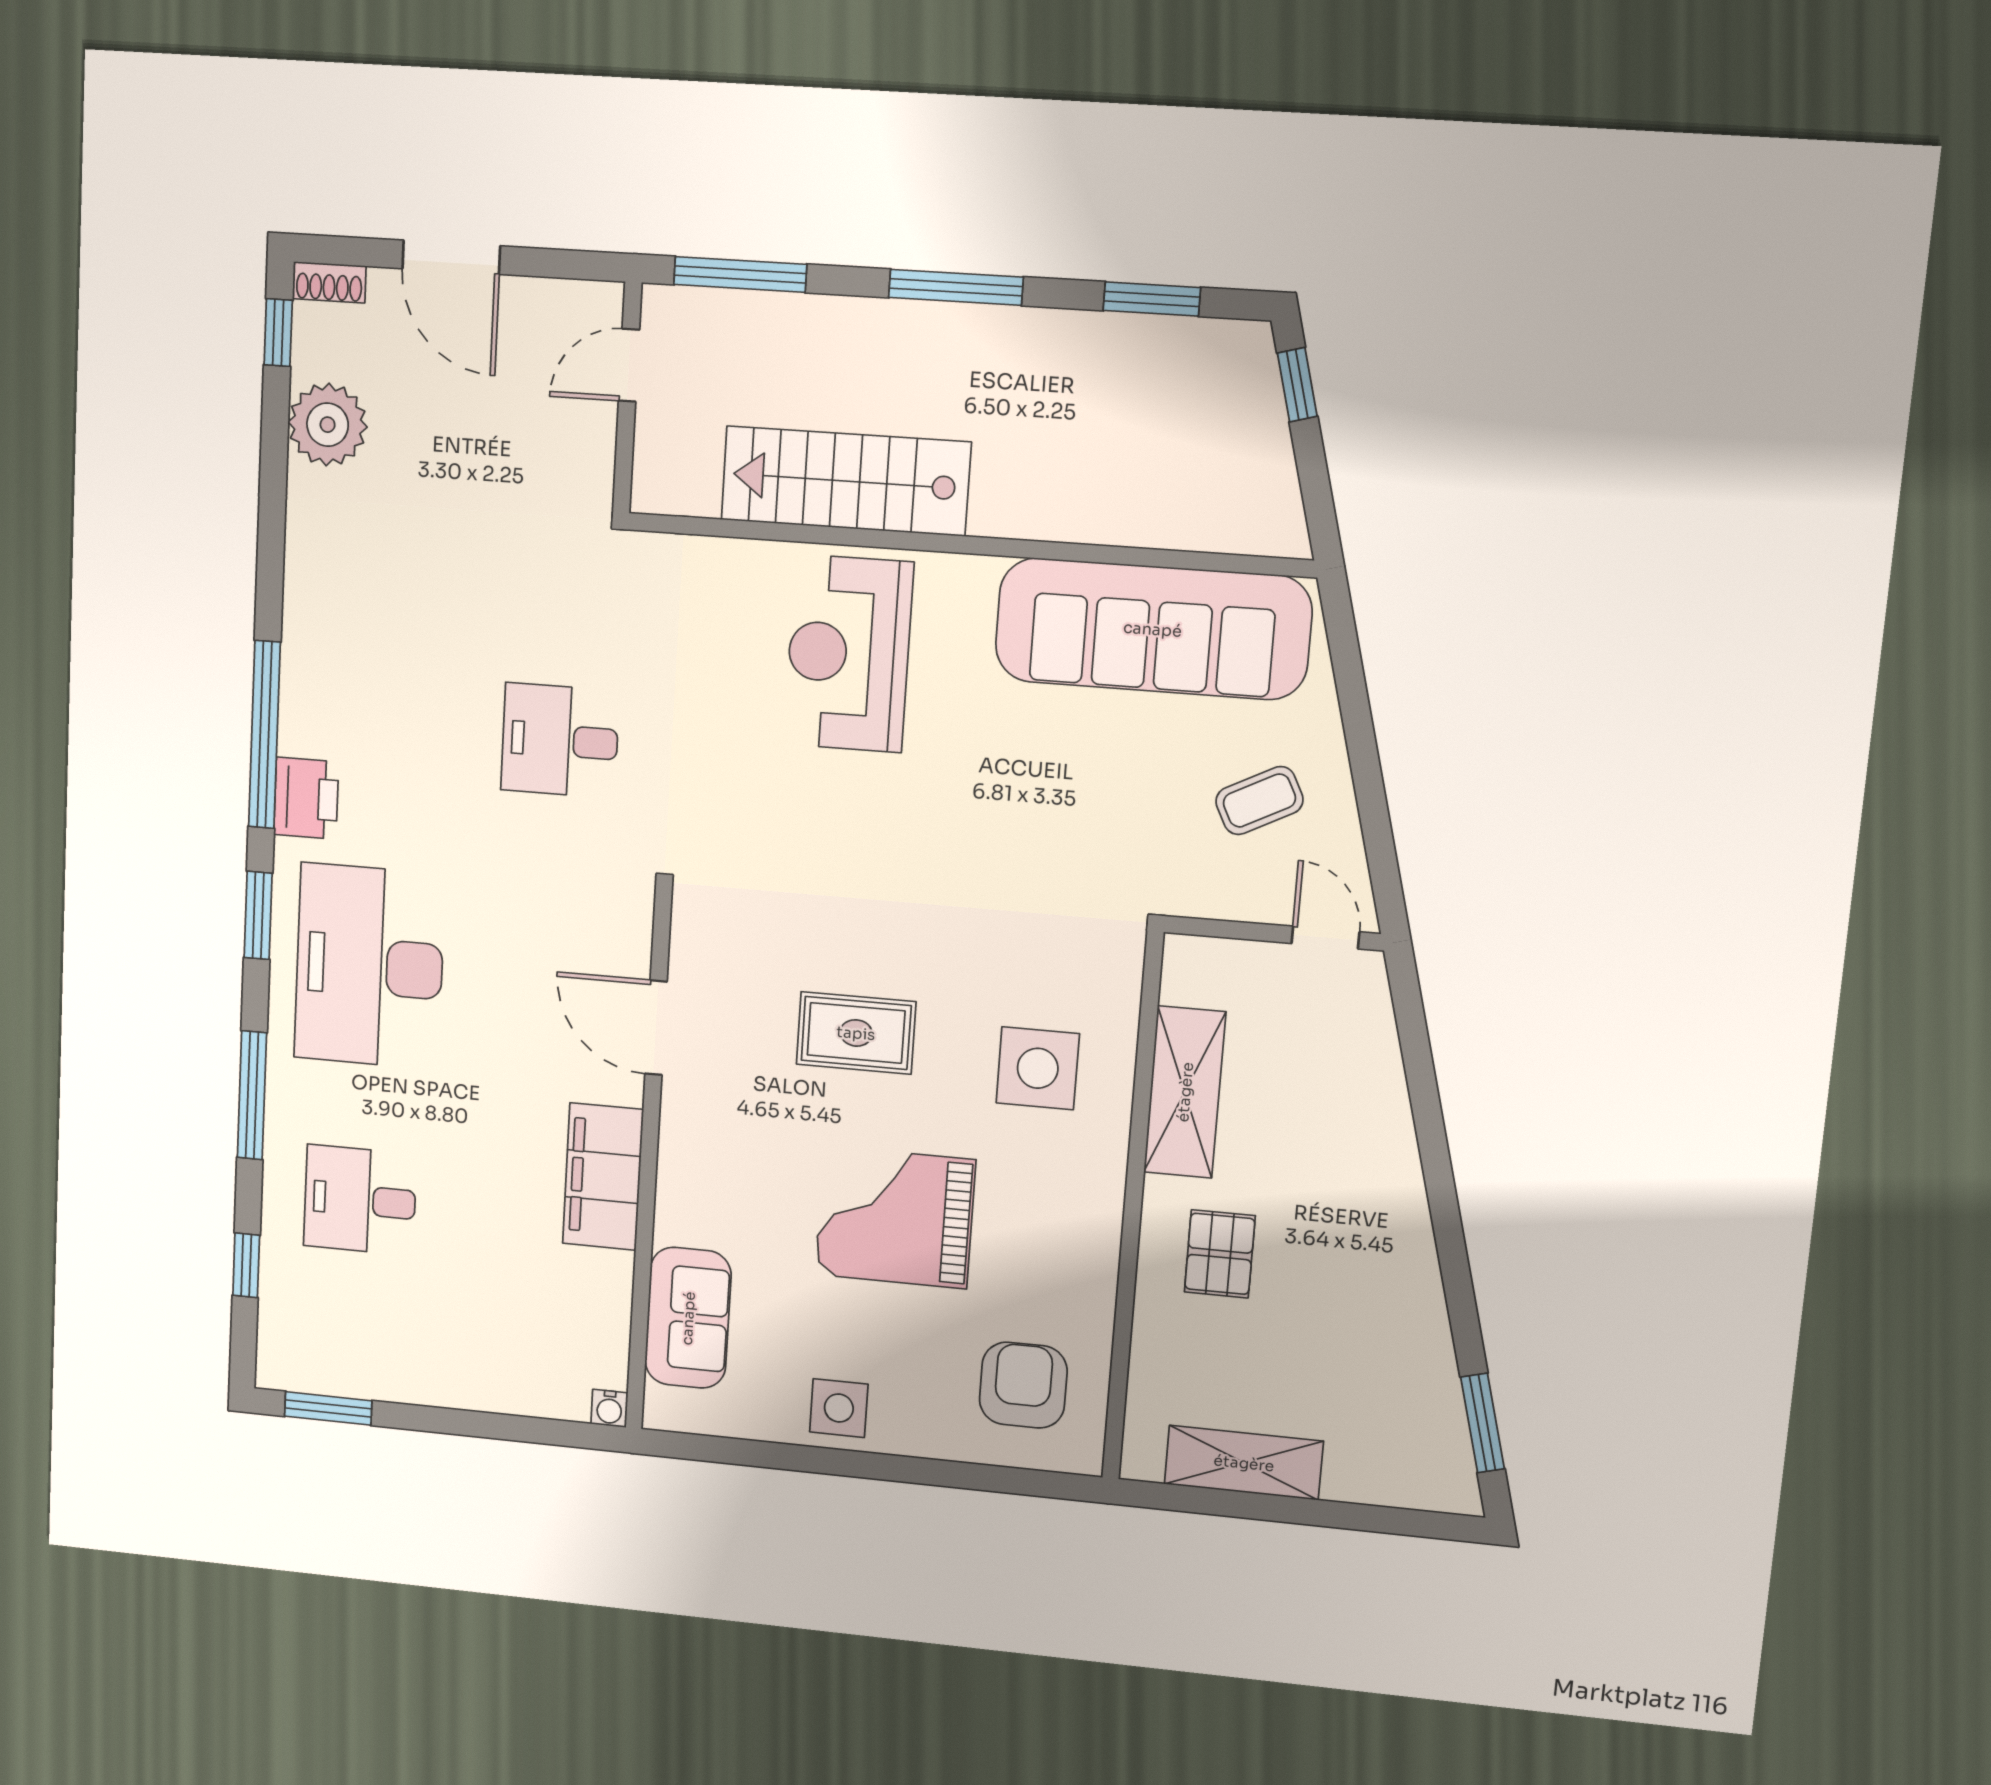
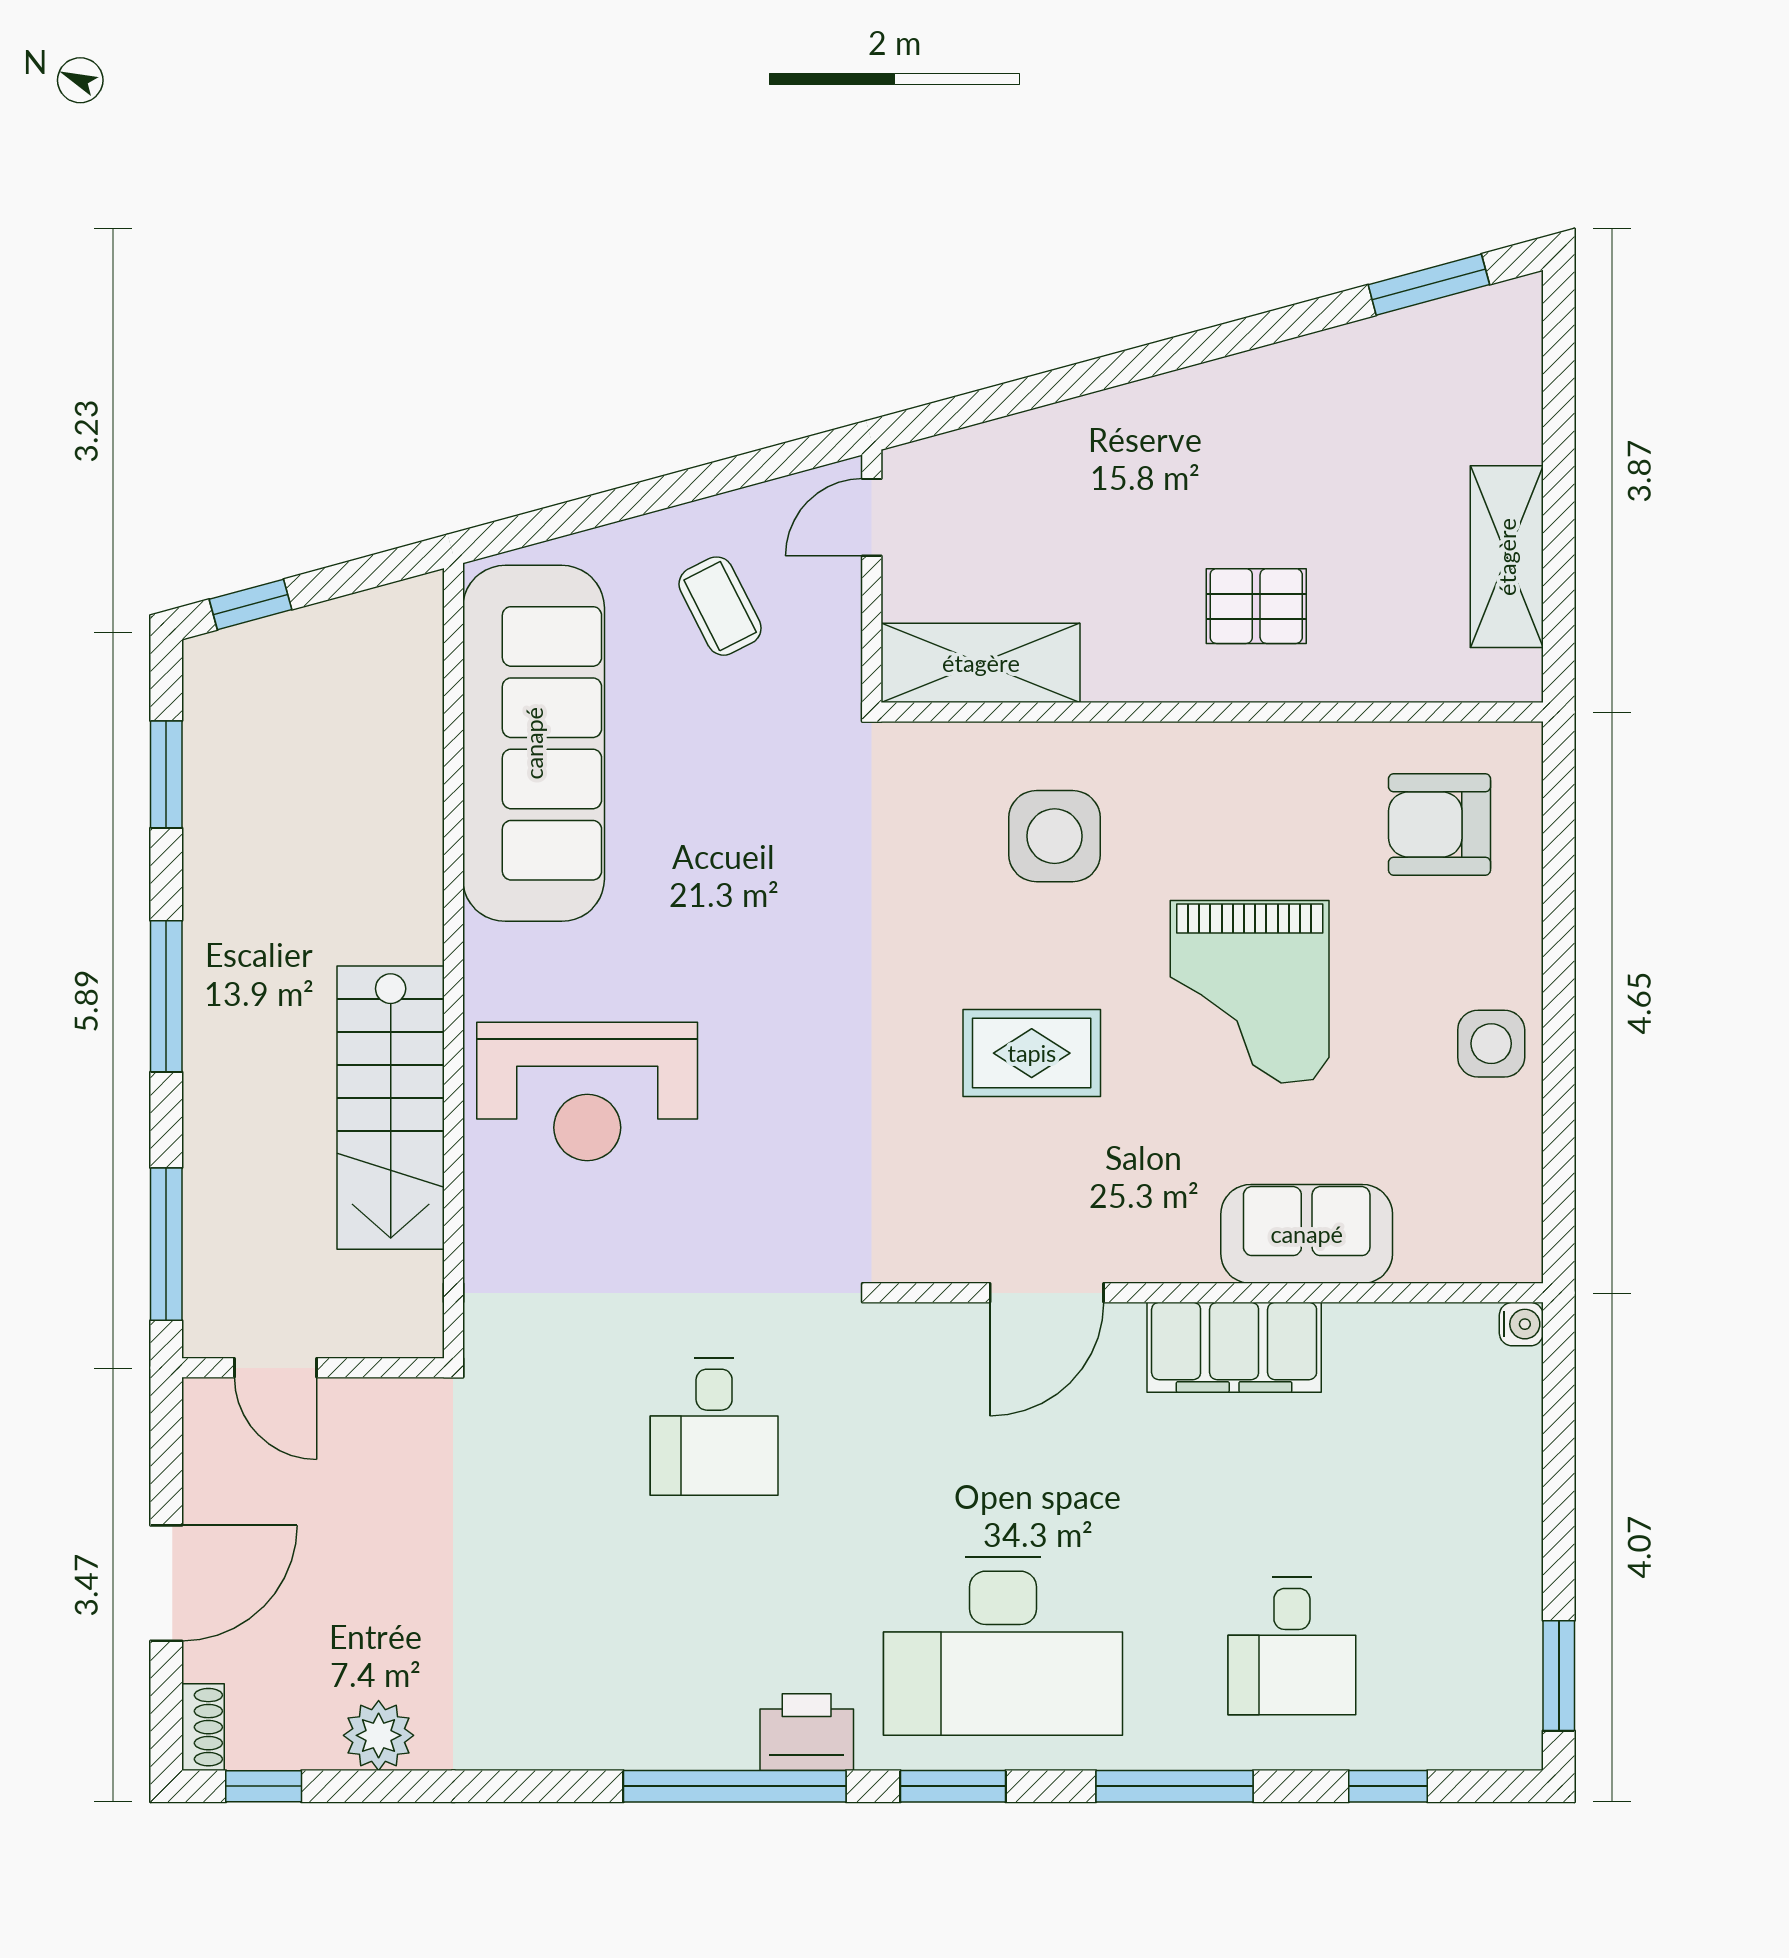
plant: (328, 425) -> (379, 1735), width x0.73, depth x0.73
rug: (856, 1033) -> (1032, 1053), turned 90
shelving: (1185, 1092) -> (981, 663), moved
sofa: (688, 1318) -> (1307, 1234), moved

